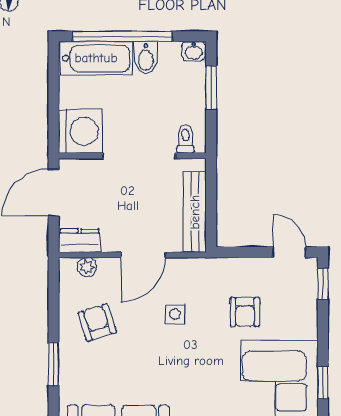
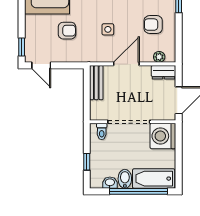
washbasin: (194, 51) -> (110, 183), moved
window: (211, 87) -> (87, 162), width x0.67
bench: (195, 212) -> (96, 83), width x0.73
armchair: (245, 312) -> (67, 31), turned 90
armchair: (97, 322) -> (153, 25), turned 108

